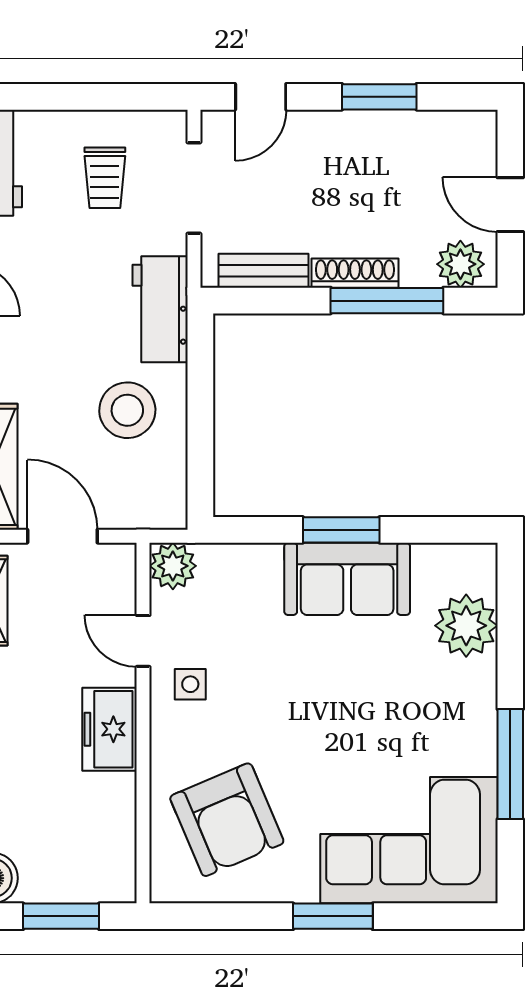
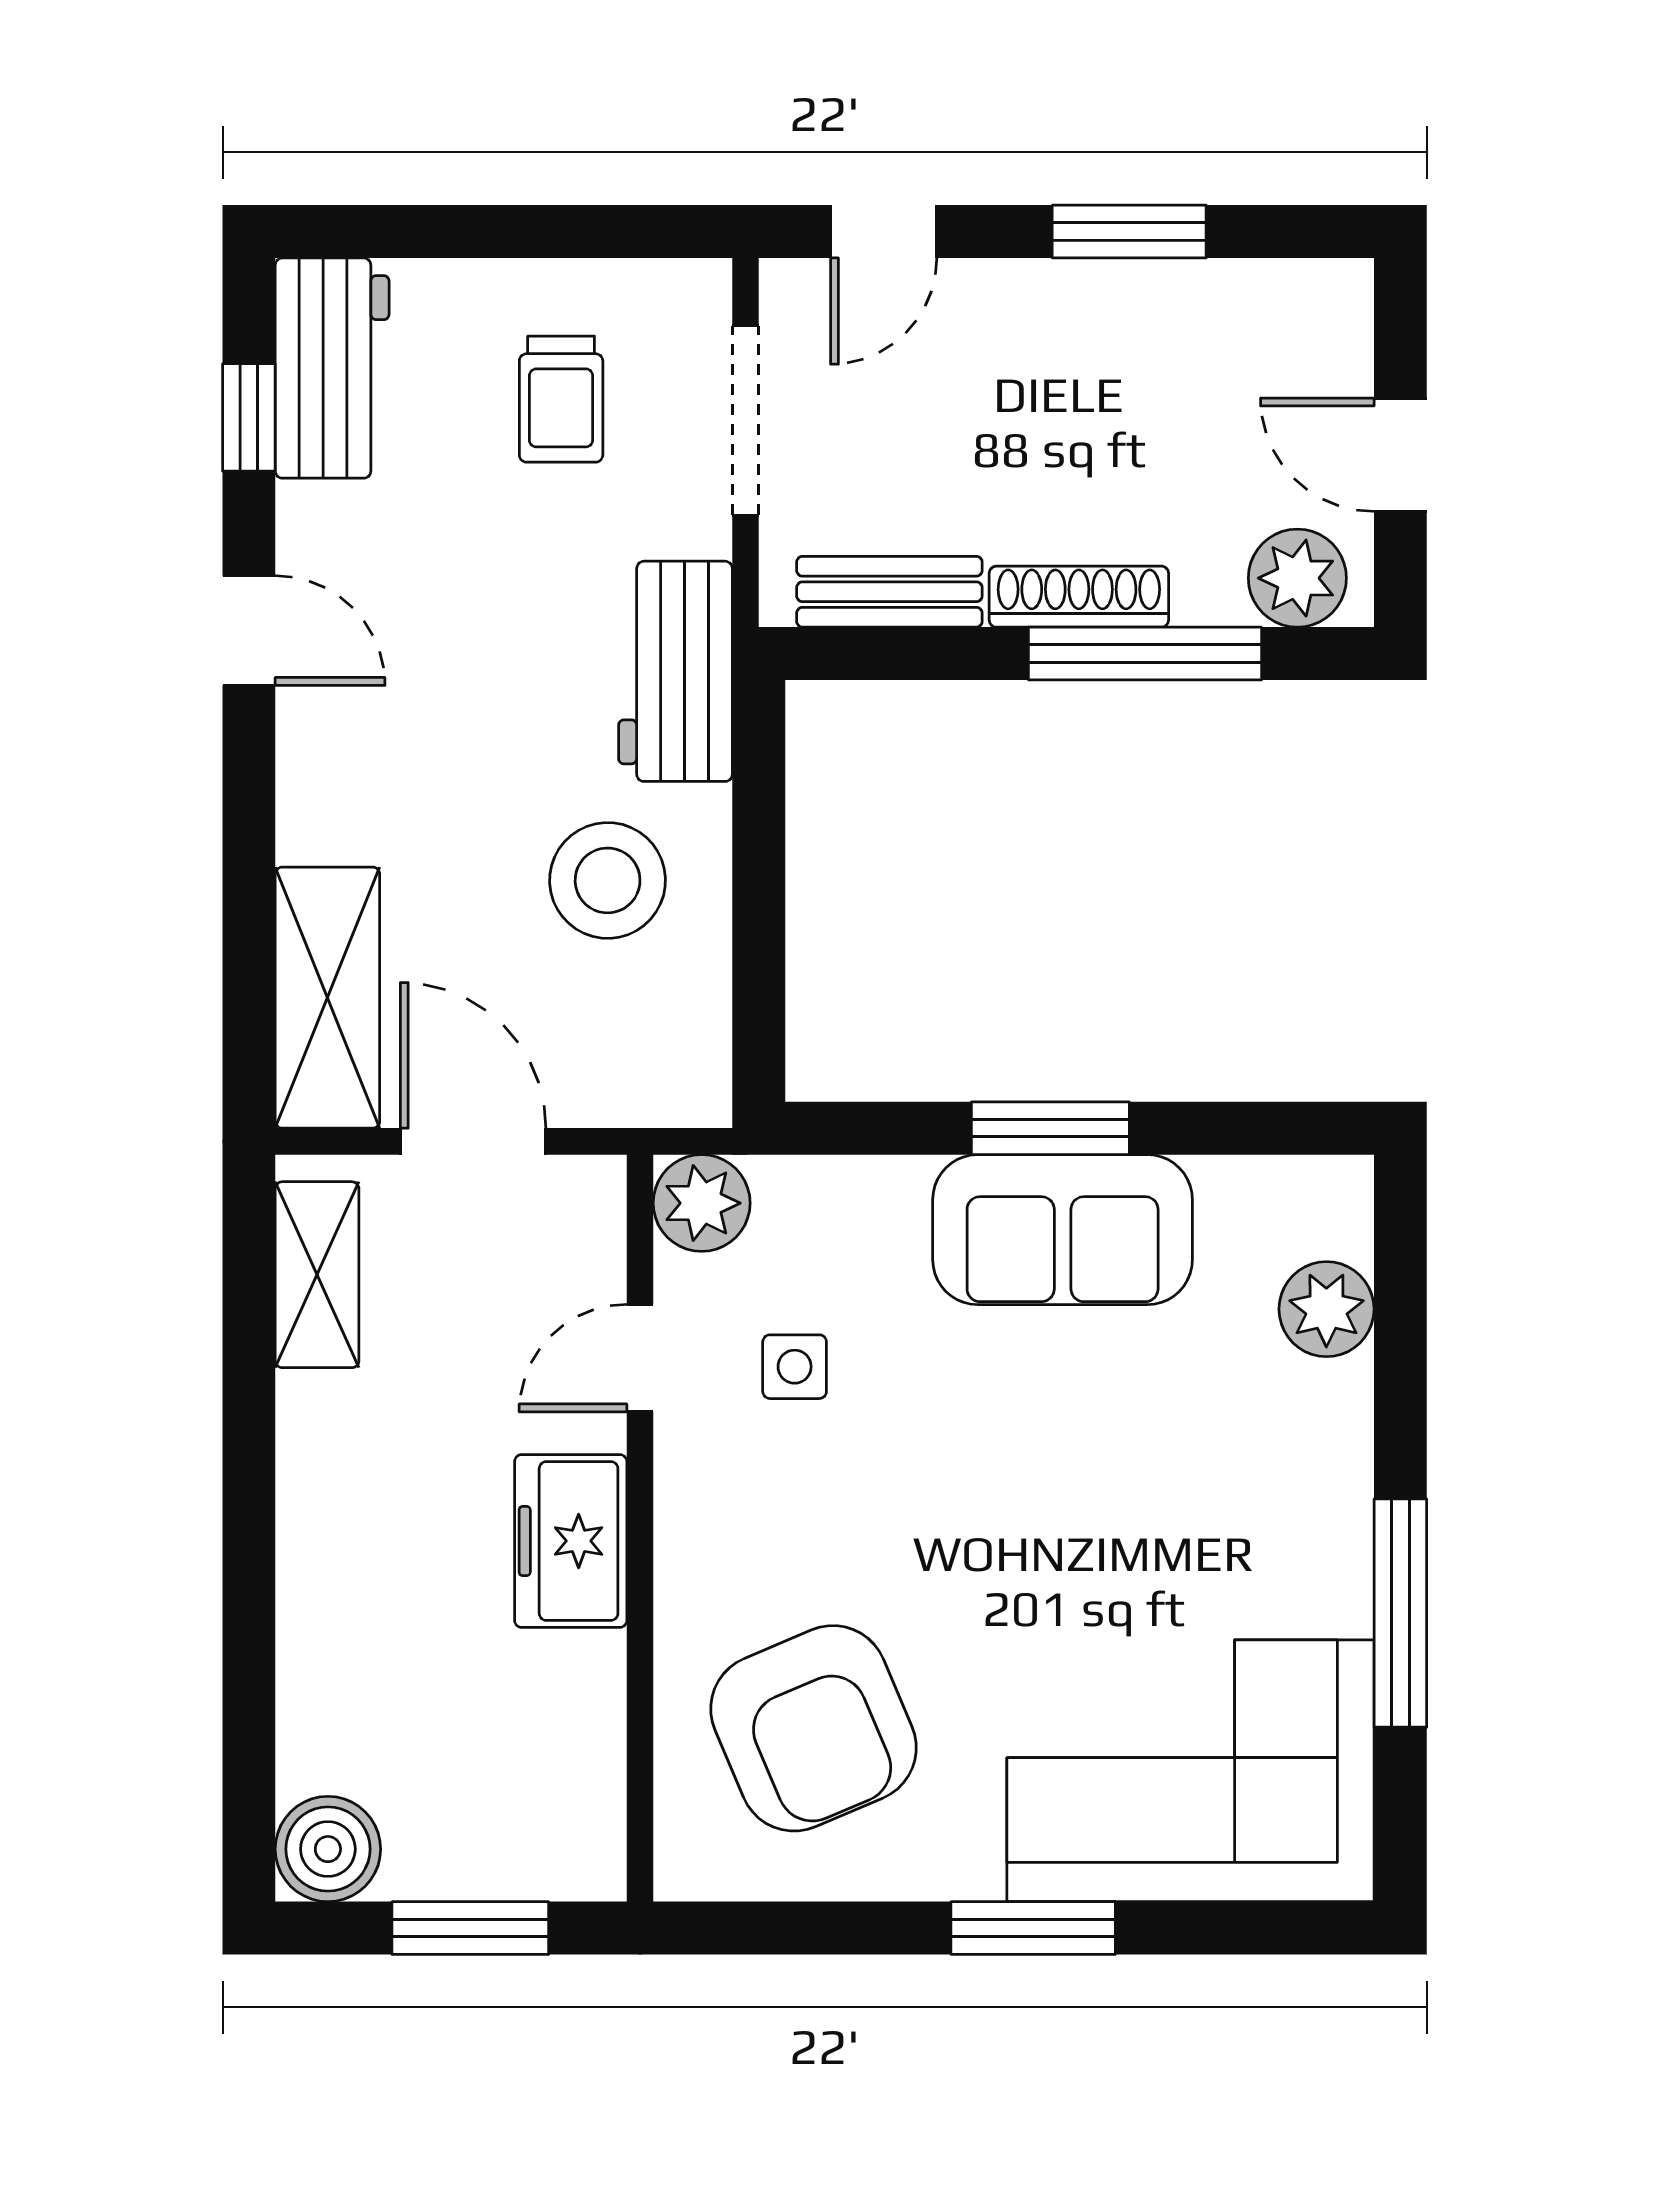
plant: (466, 626) -> (1326, 1309), width x0.73, depth x0.73
door: (143, 641) -> (640, 1358), hinge flipped
side table: (190, 684) -> (795, 1367), moved

